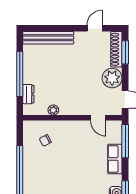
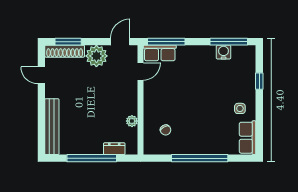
row of seats: (115, 159) -> (160, 53), moved

